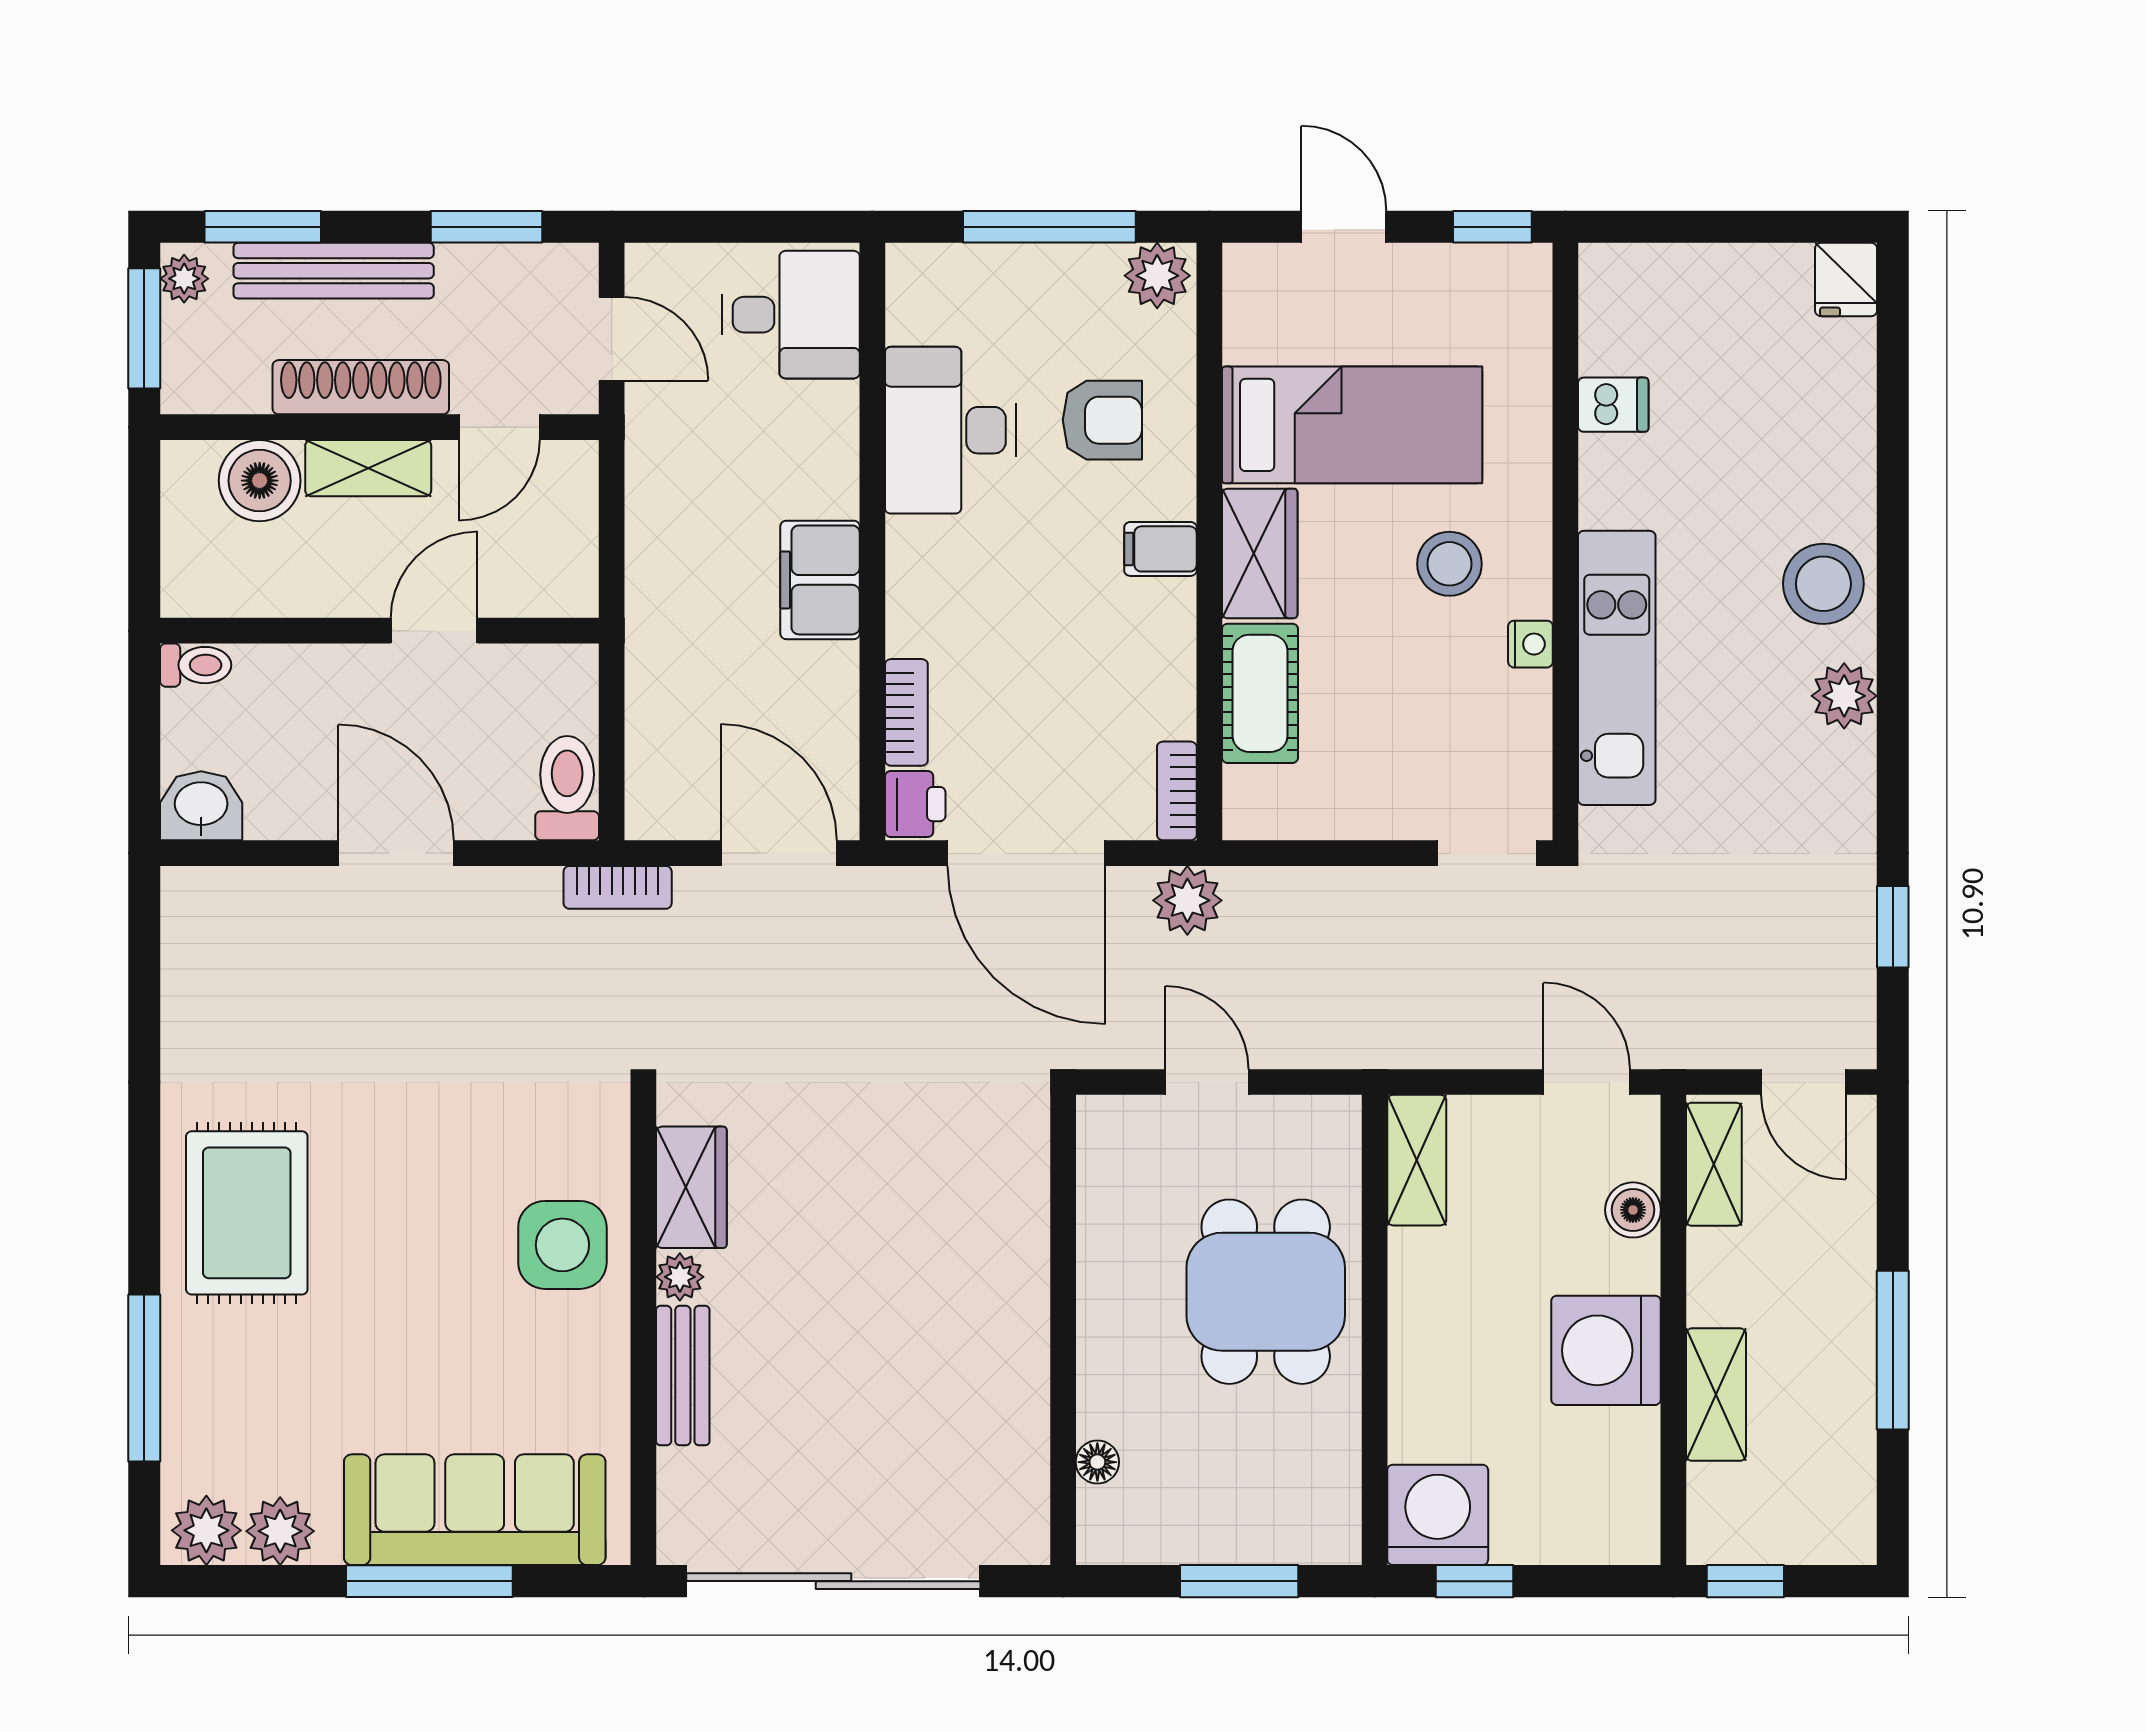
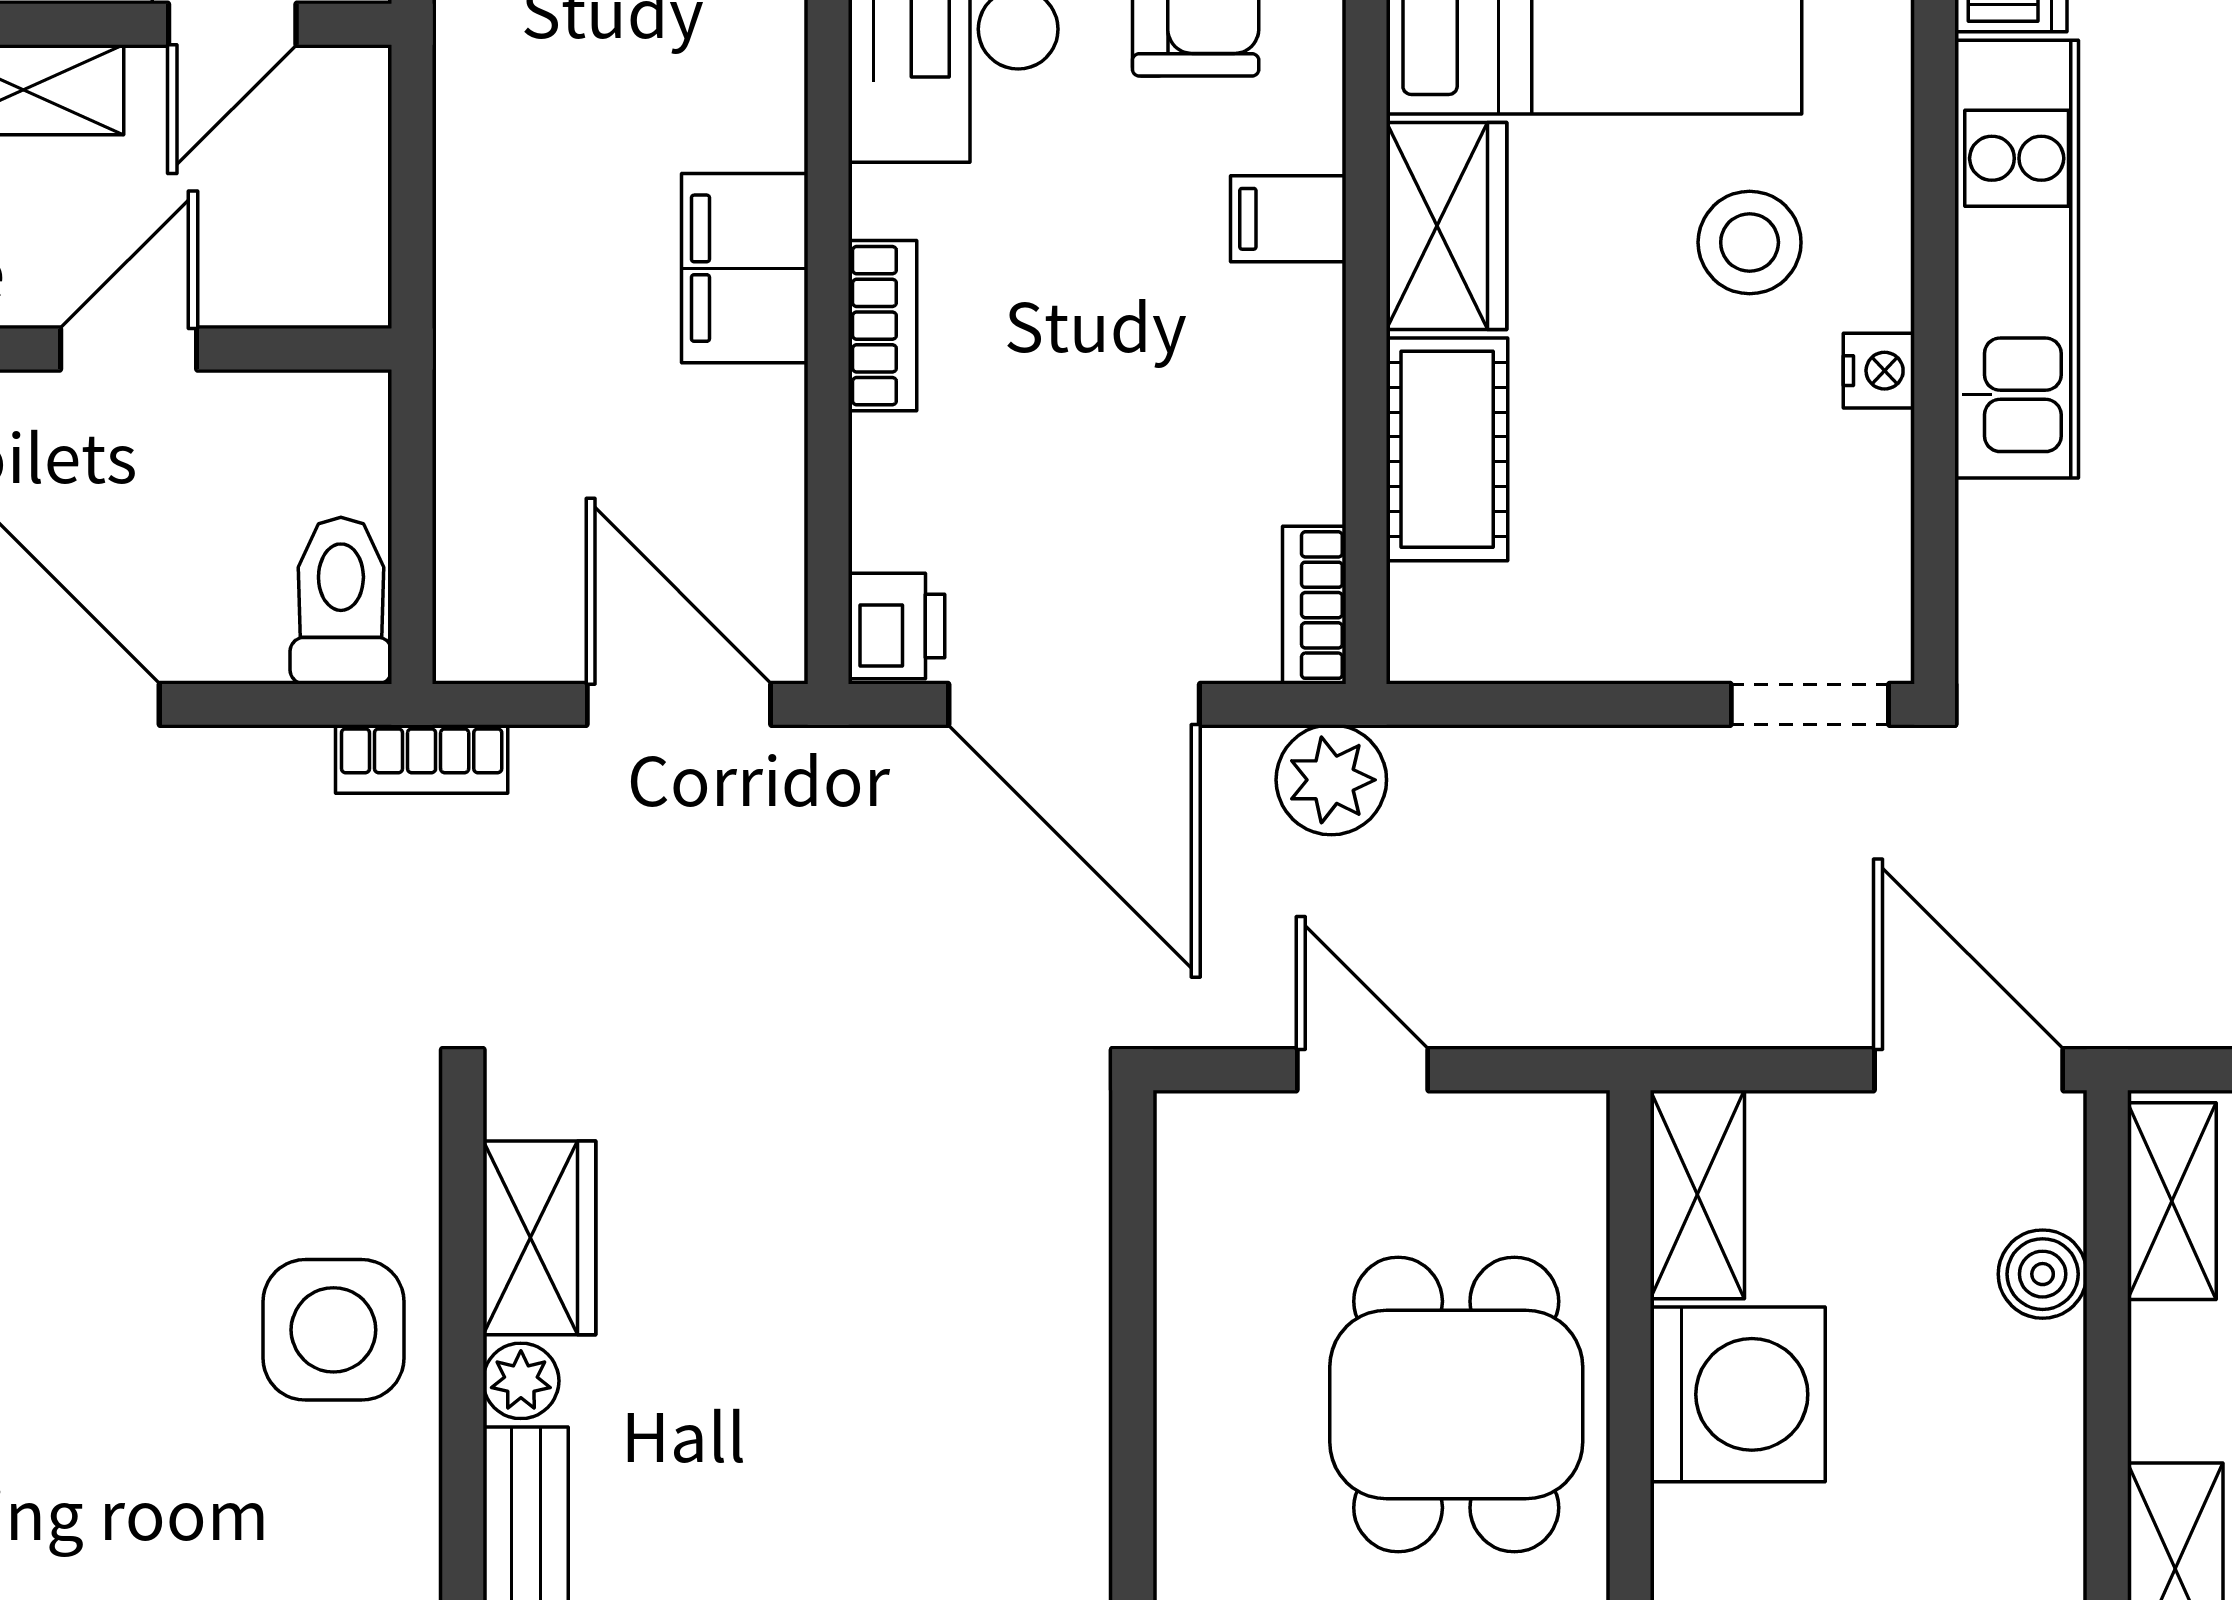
kitchen unit: (1617, 668) -> (2017, 259), moved
bookcase: (906, 712) -> (883, 326), moved
door: (1587, 1082) -> (1969, 1070), width x1.38
washing machine: (1606, 1350) -> (1738, 1394), moved, turned 180

